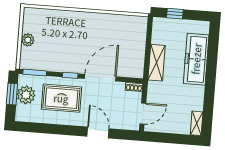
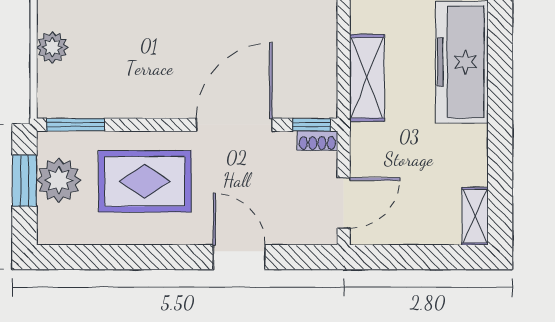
window: (70, 75) -> (312, 125), moved

